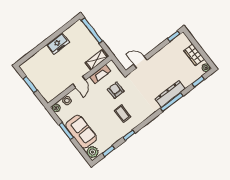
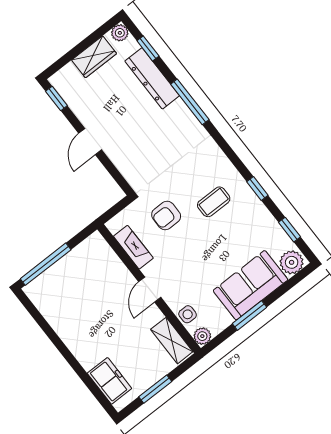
freezer: (58, 44) -> (109, 381), moved
shelving: (97, 60) -> (172, 341), moved
door: (140, 62) -> (90, 142), moved
door: (79, 82) -> (150, 290), swing flipped
dresser: (170, 94) -> (152, 78), moved

